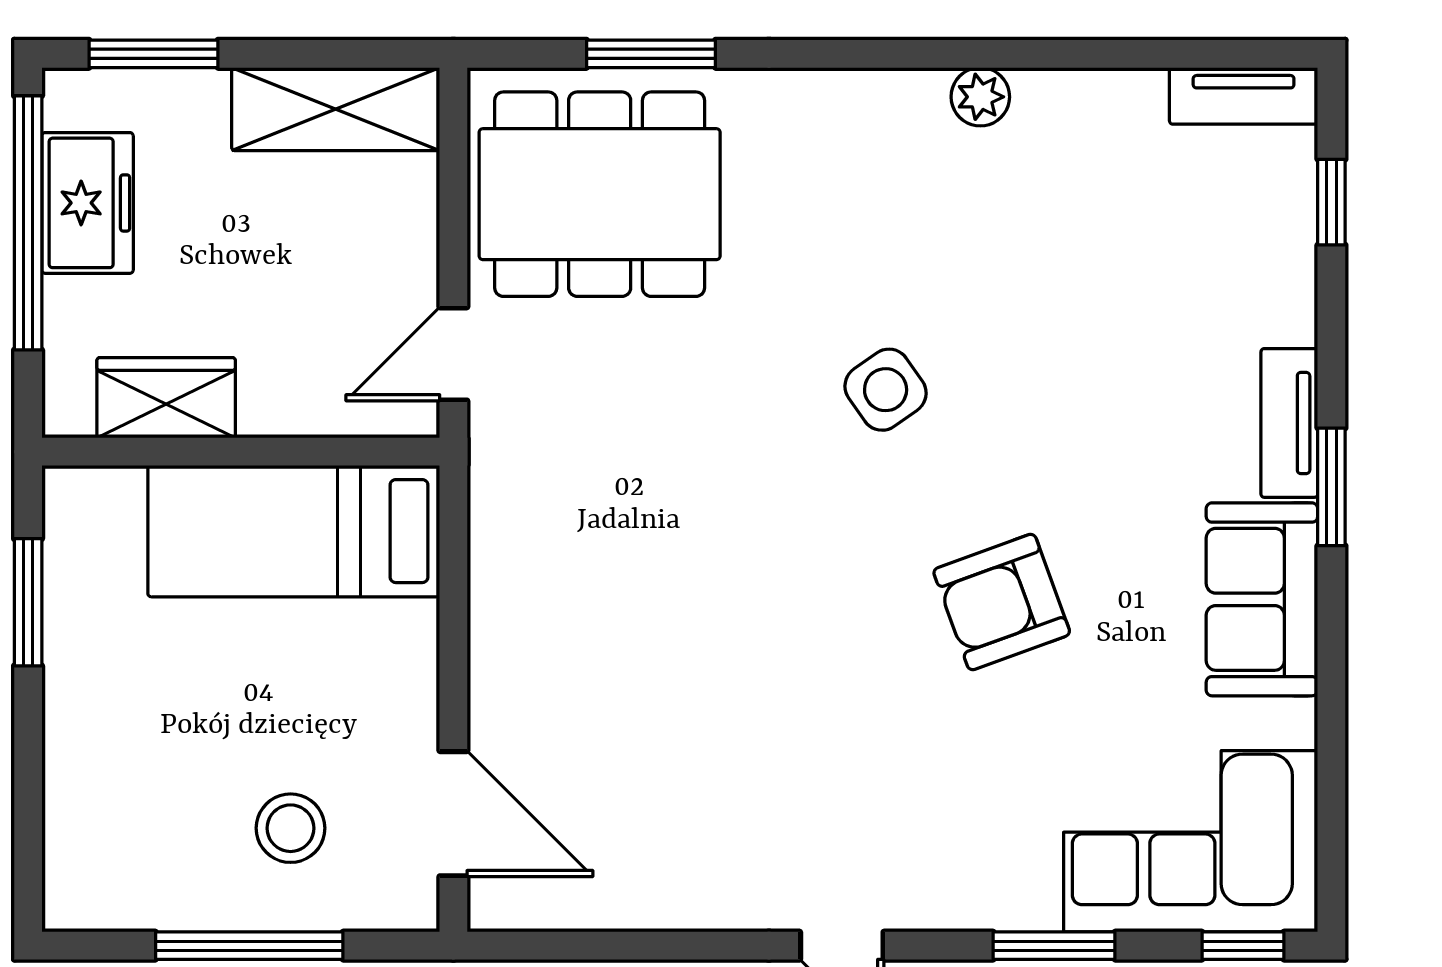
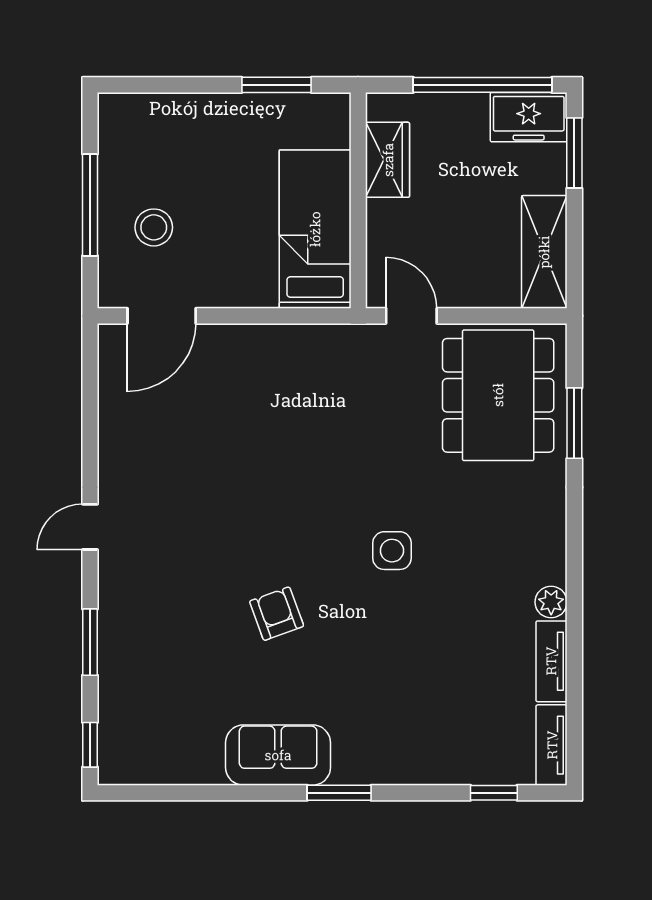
freezer: (88, 203) -> (529, 117), moved
side table: (886, 390) -> (392, 551), turned 35
tv unit: (1289, 423) -> (551, 661), moved, turned -90
armchair: (1002, 602) -> (277, 614), width x0.72, depth x0.72
corner sofa: (1191, 841) -> (147, 716), removed

